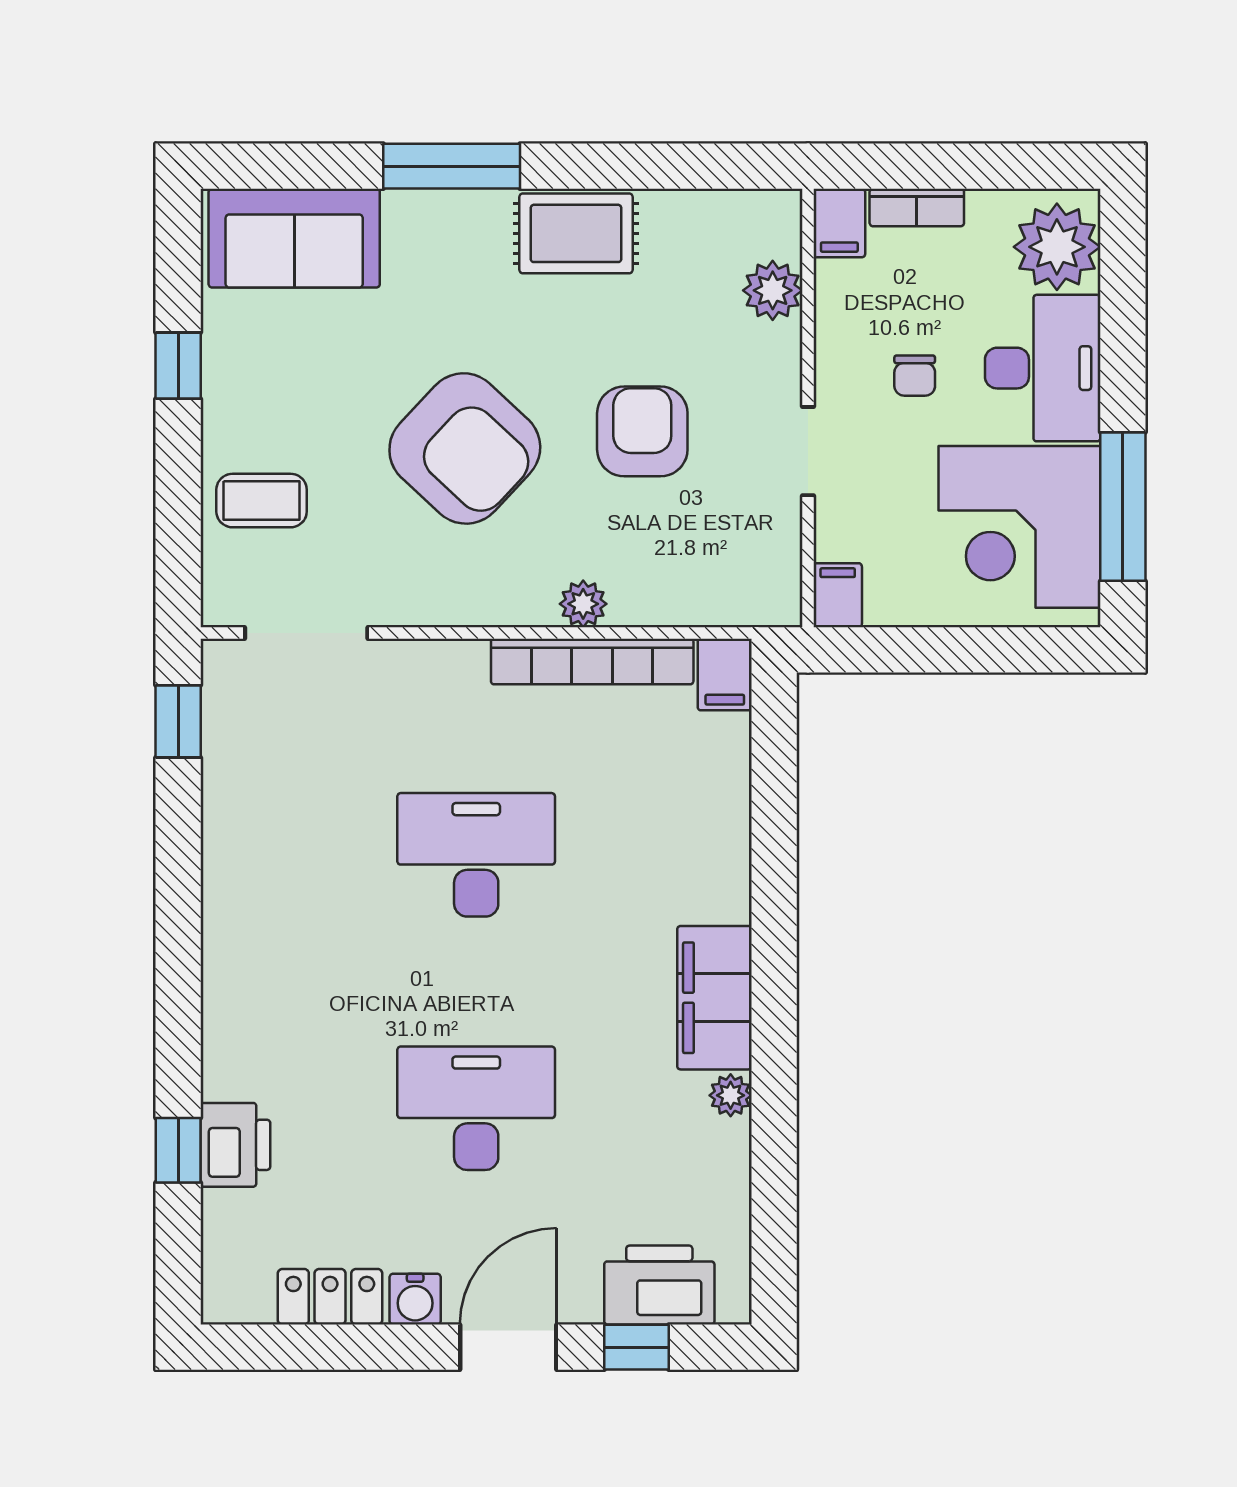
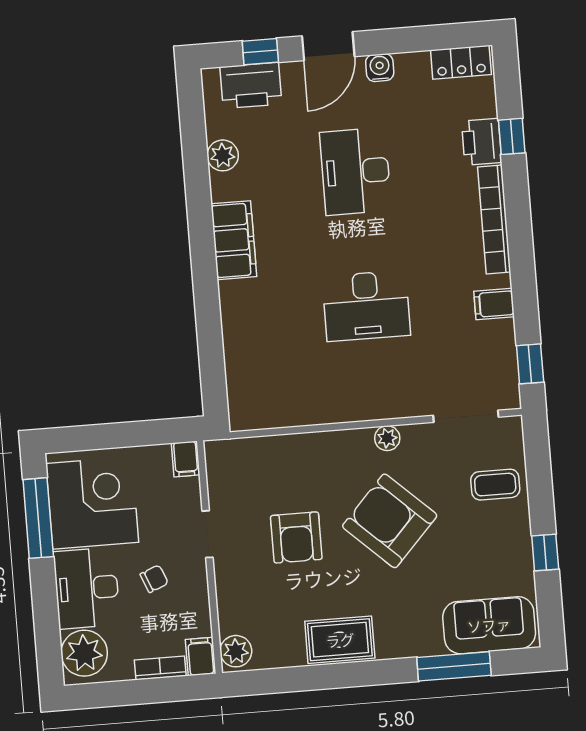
window: (452, 166) -> (454, 666), moved
plant: (773, 290) -> (236, 651), moved
chair: (915, 376) -> (154, 579), turned 68
plant: (583, 604) -> (387, 438), moved
bookcase: (592, 662) -> (494, 220), moved, turned -90
filing cabinet: (725, 675) -> (494, 304), moved, turned -90
plant: (731, 1095) -> (223, 155), moved, width x1.38, depth x1.38
desk: (476, 1108) -> (355, 171), turned 90
locker: (330, 1297) -> (461, 62), moved

